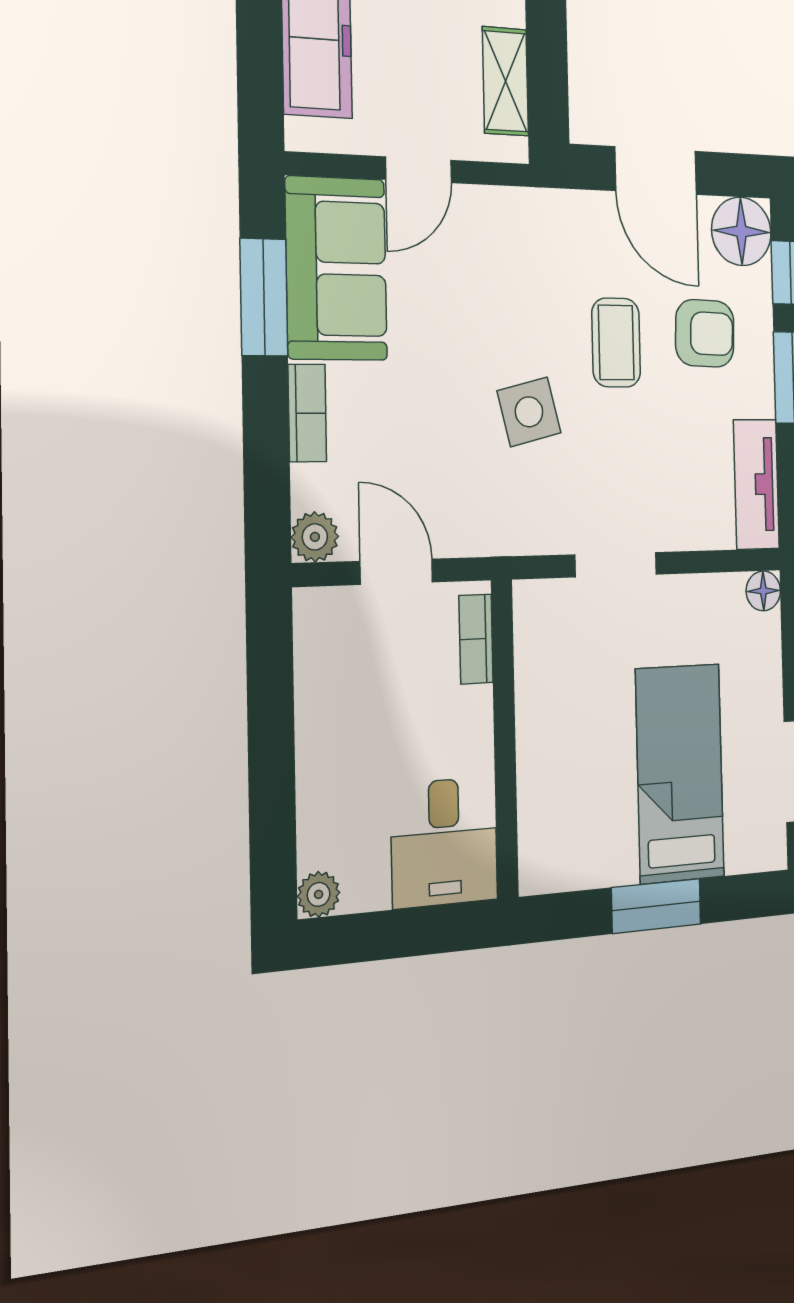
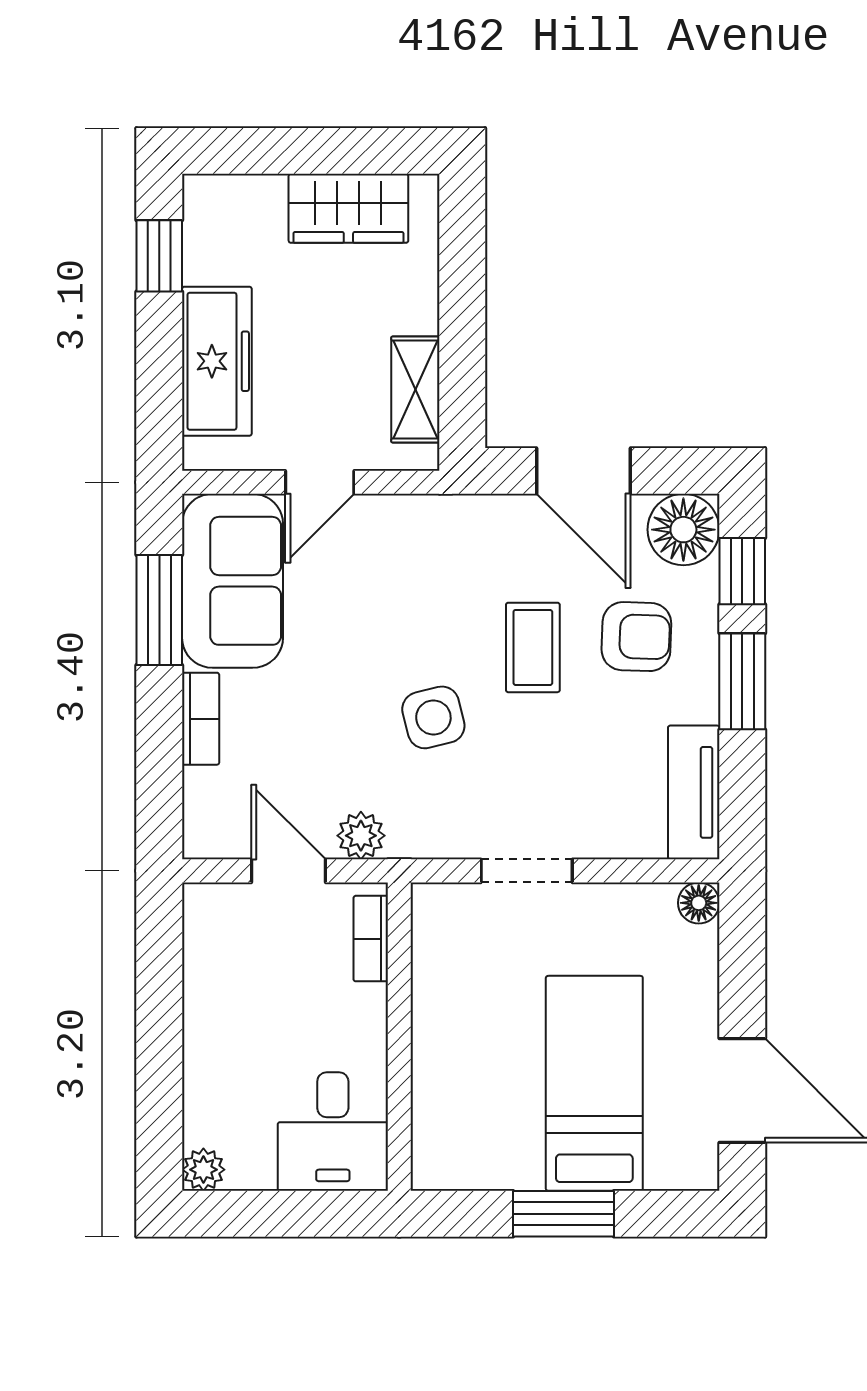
plant: (315, 537) -> (361, 836), moved

